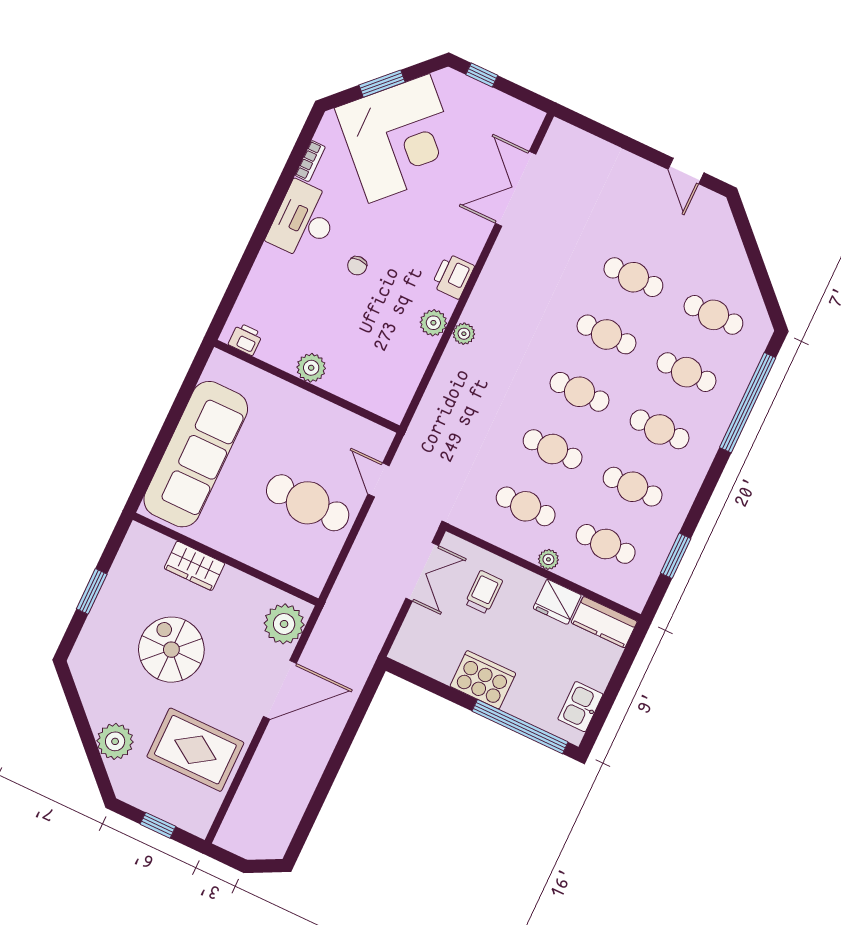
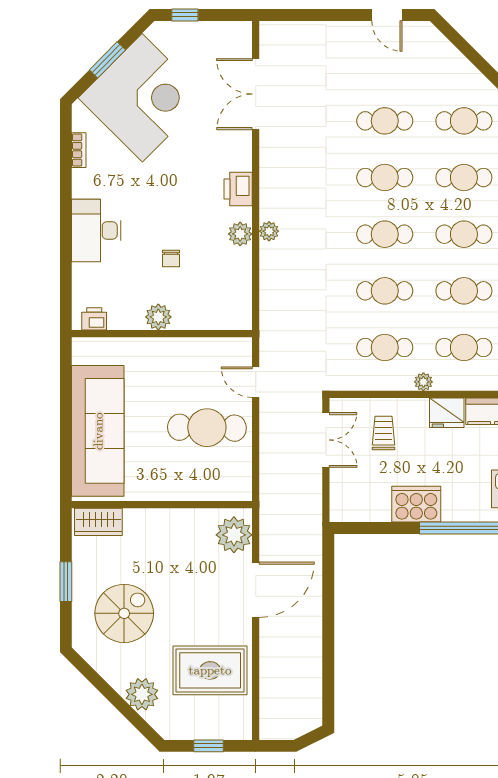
desk: (304, 221) -> (96, 230), moved
chair: (357, 266) -> (171, 258), moved
wardrobe: (194, 566) -> (98, 522), moved
spiral stairs: (171, 650) -> (124, 613), moved, turned 90

